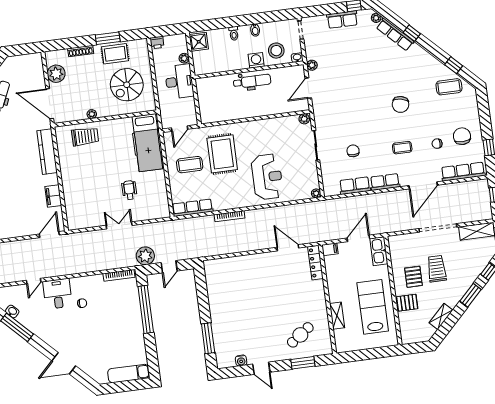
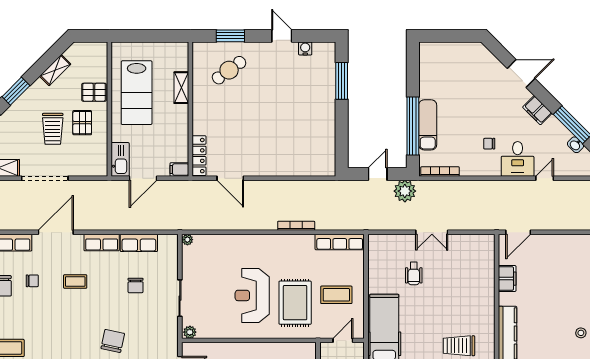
chair: (401, 104) -> (113, 341), moved
reception desk: (267, 177) -> (252, 295), moved
filing cabinet: (47, 335) -> (537, 110), added
exam couch: (129, 374) -> (428, 125), moved, turned -90

